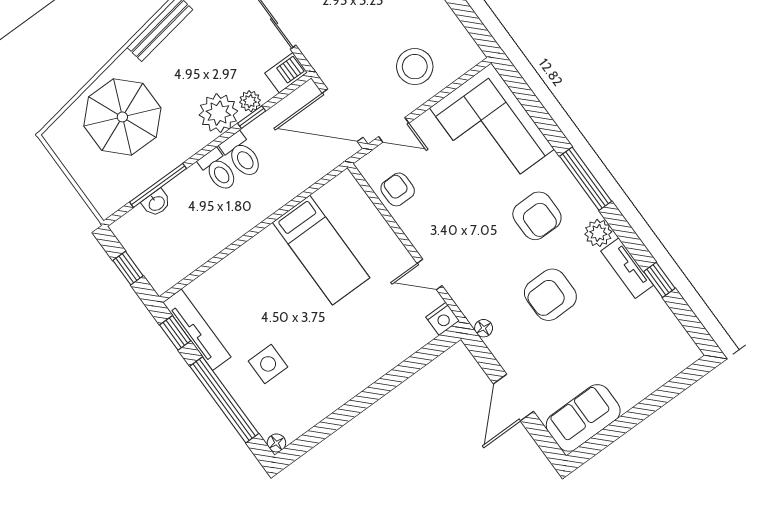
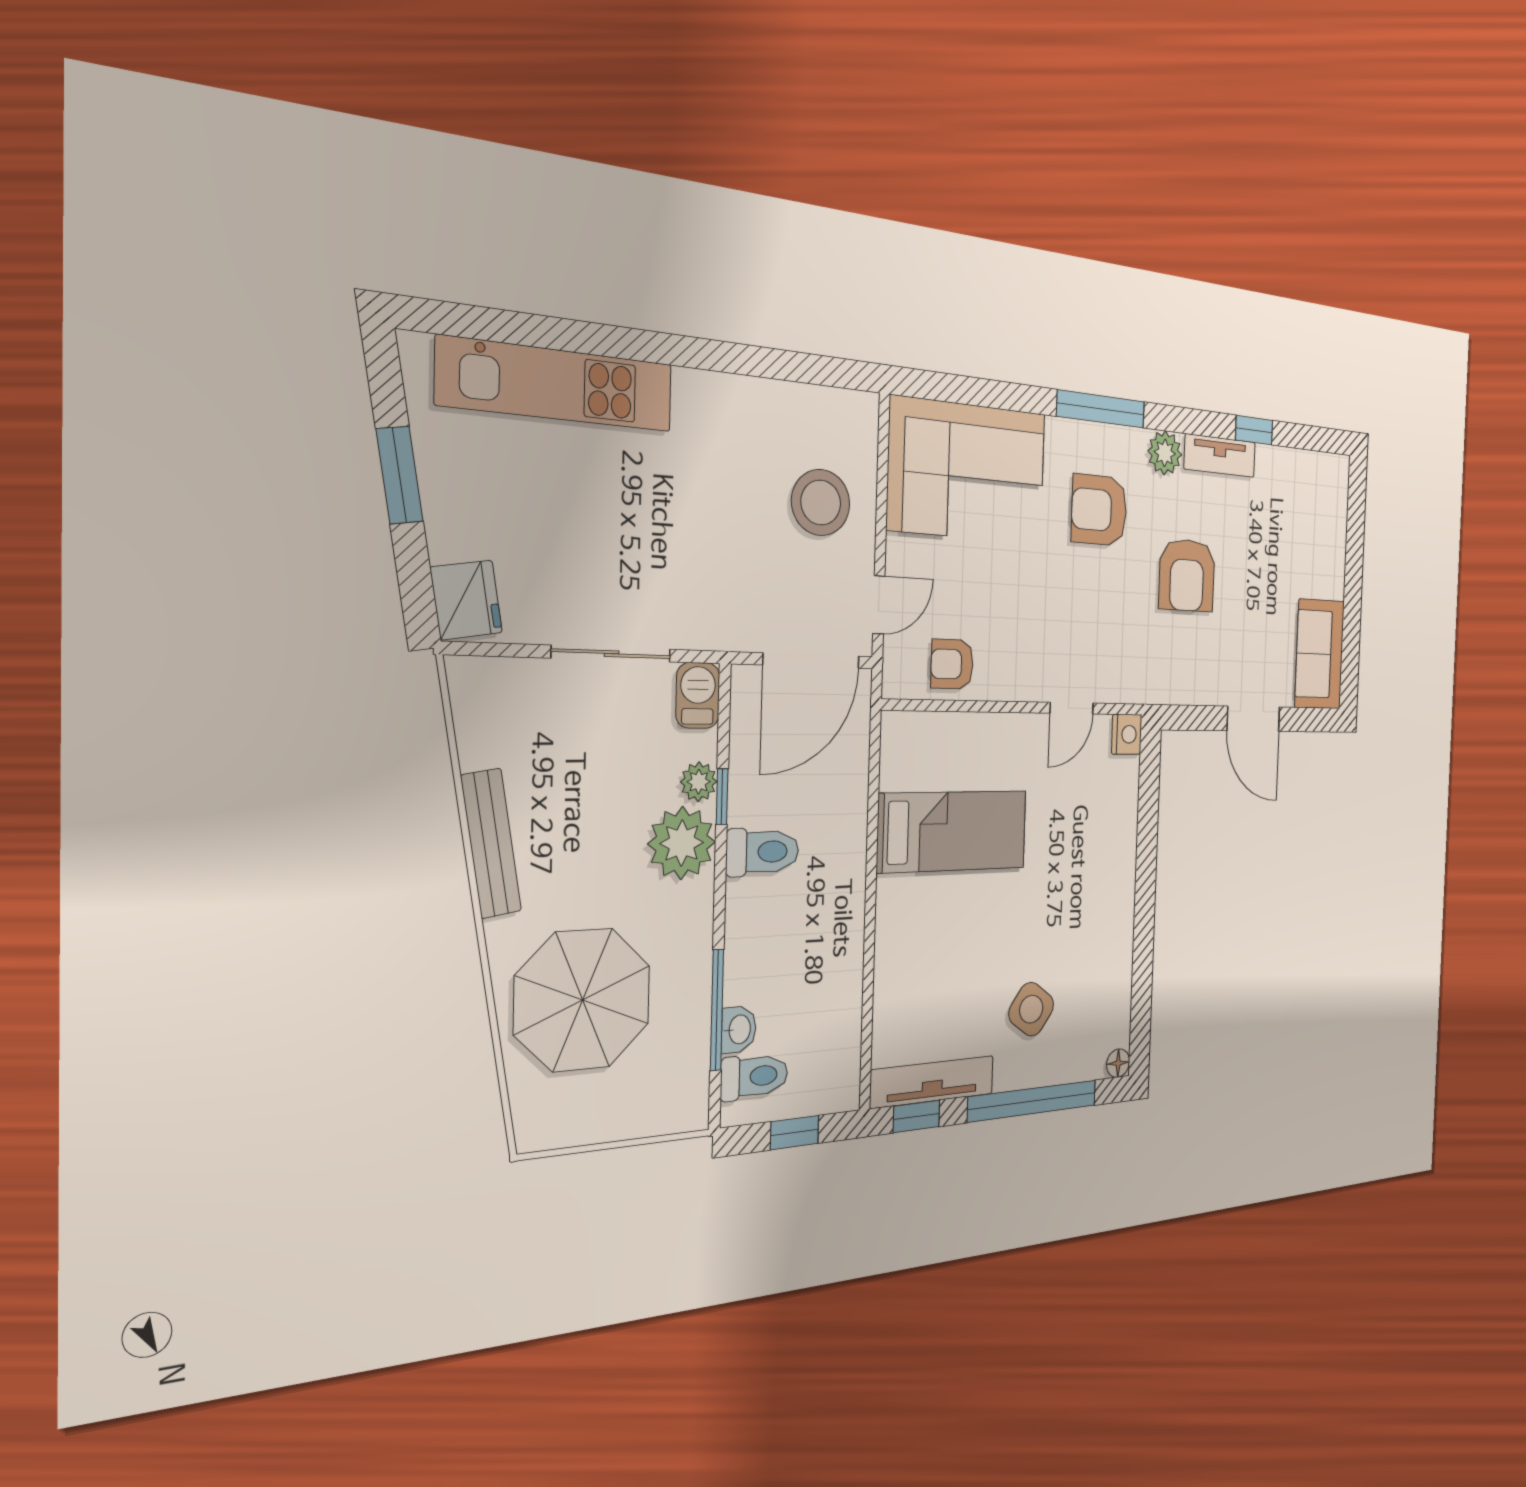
toilet: (218, 170) -> (754, 1077), moved
armchair: (537, 216) -> (1099, 510), turned 180
floor lamp: (484, 328) -> (1168, 691), removed
side table: (268, 364) -> (1031, 1009), turned 36

